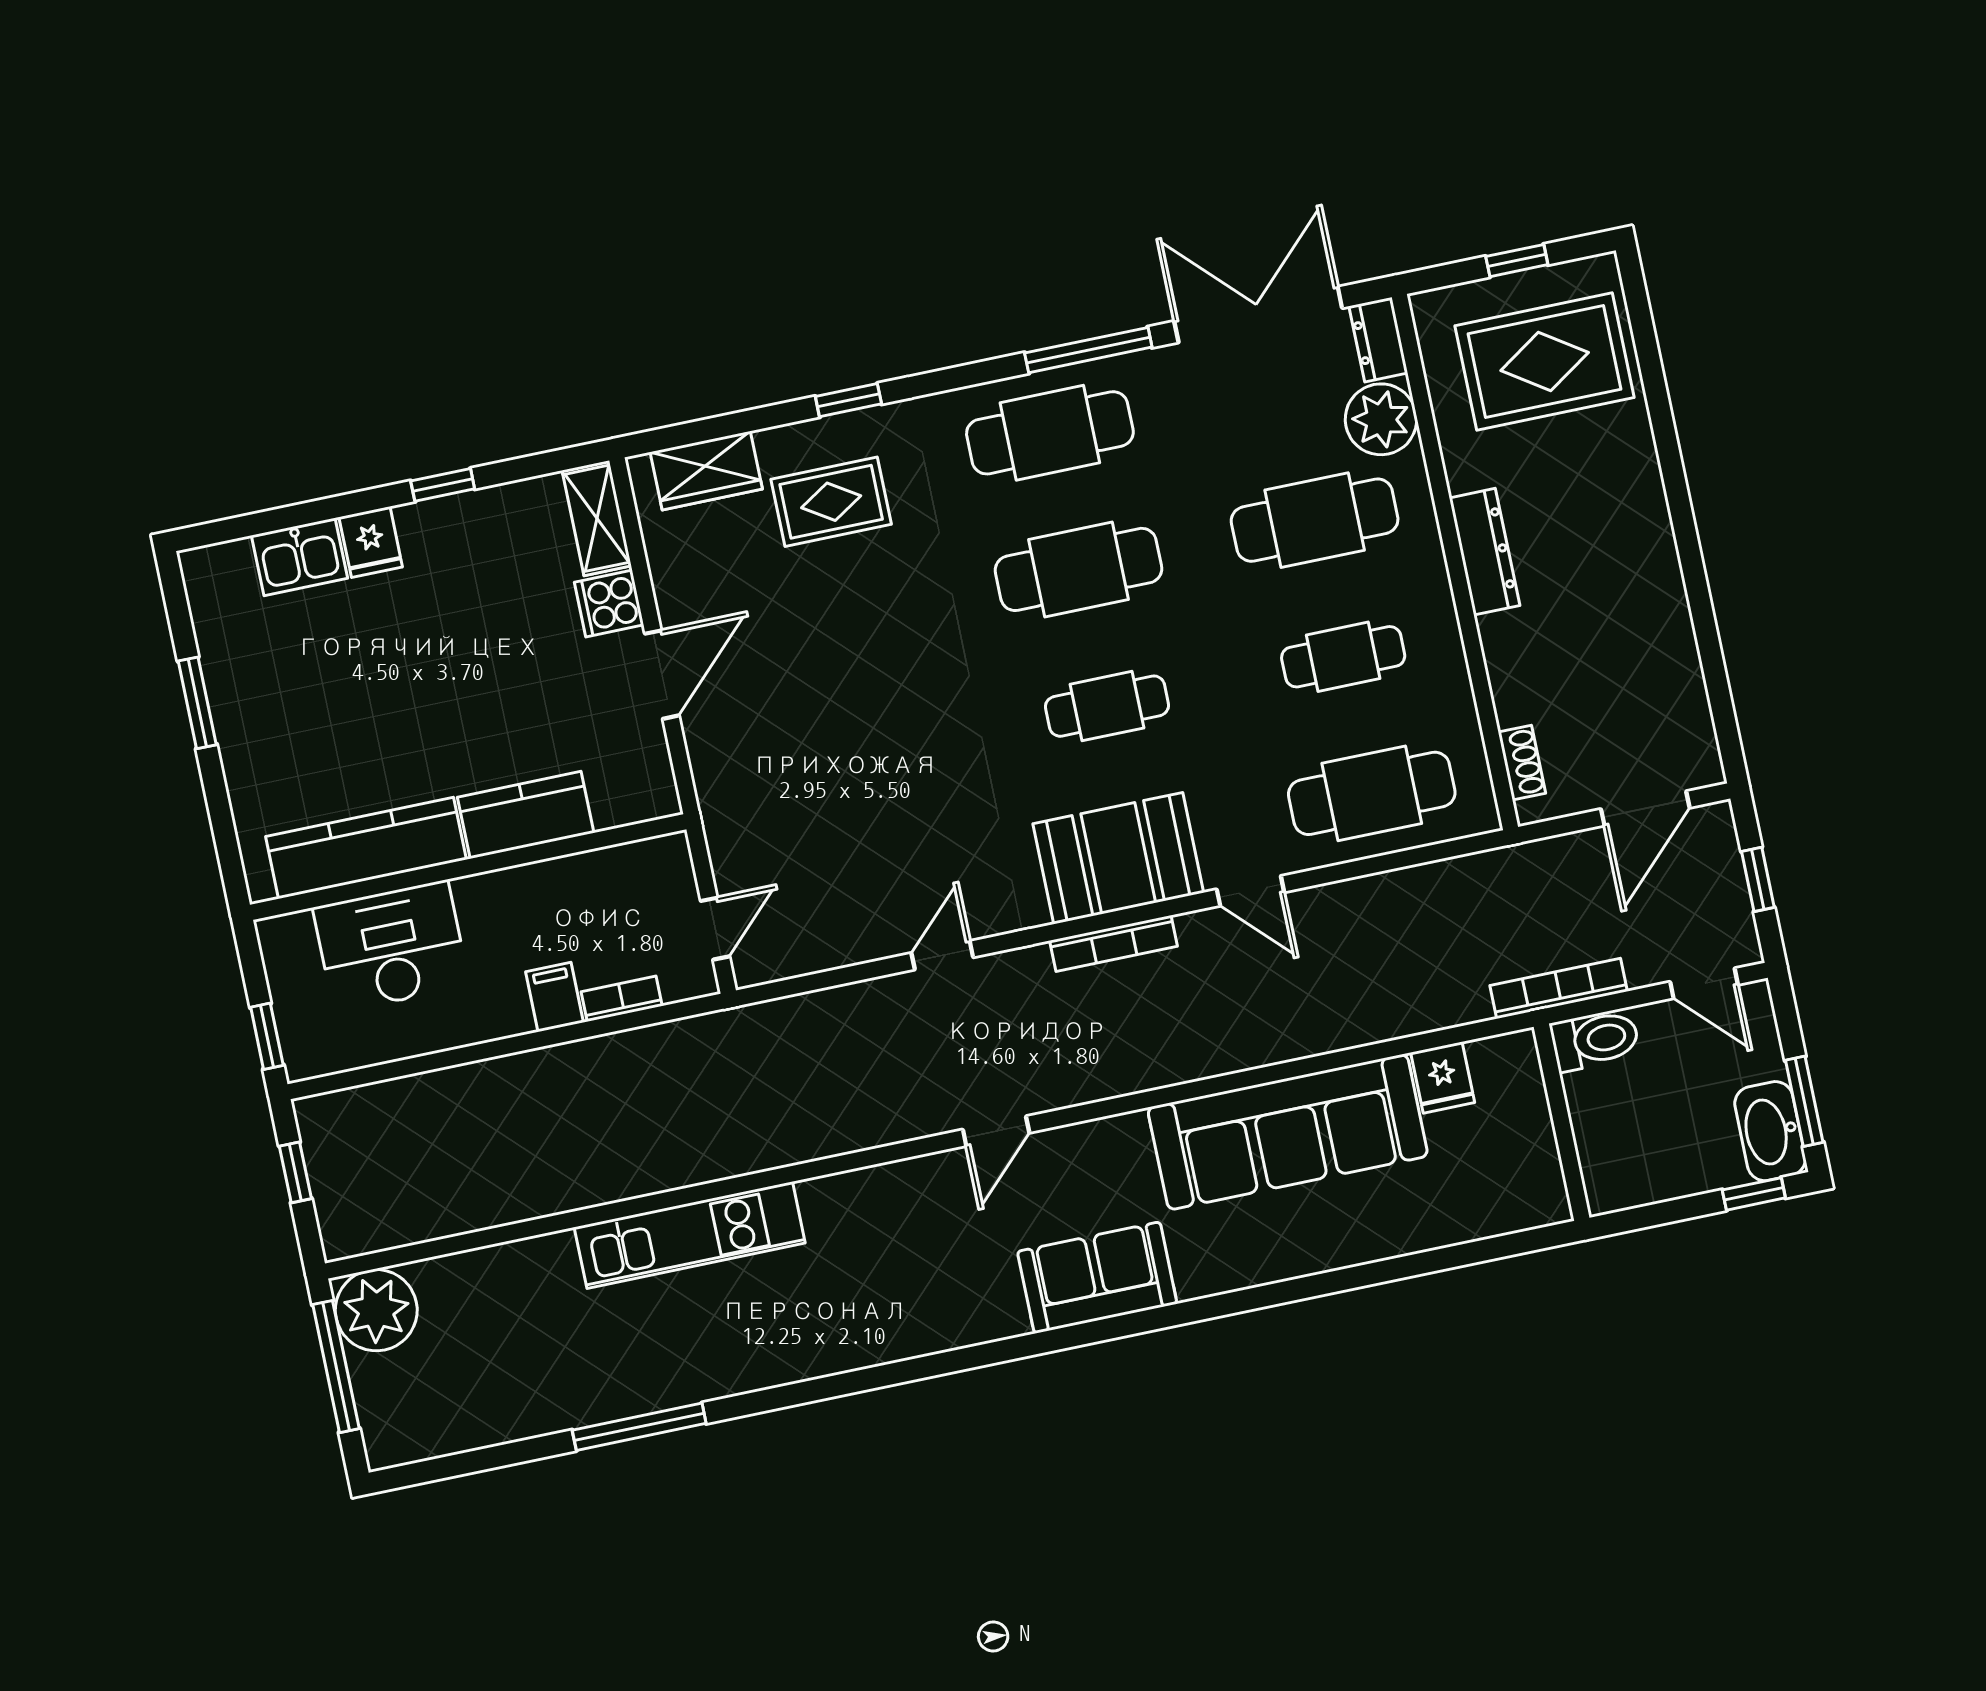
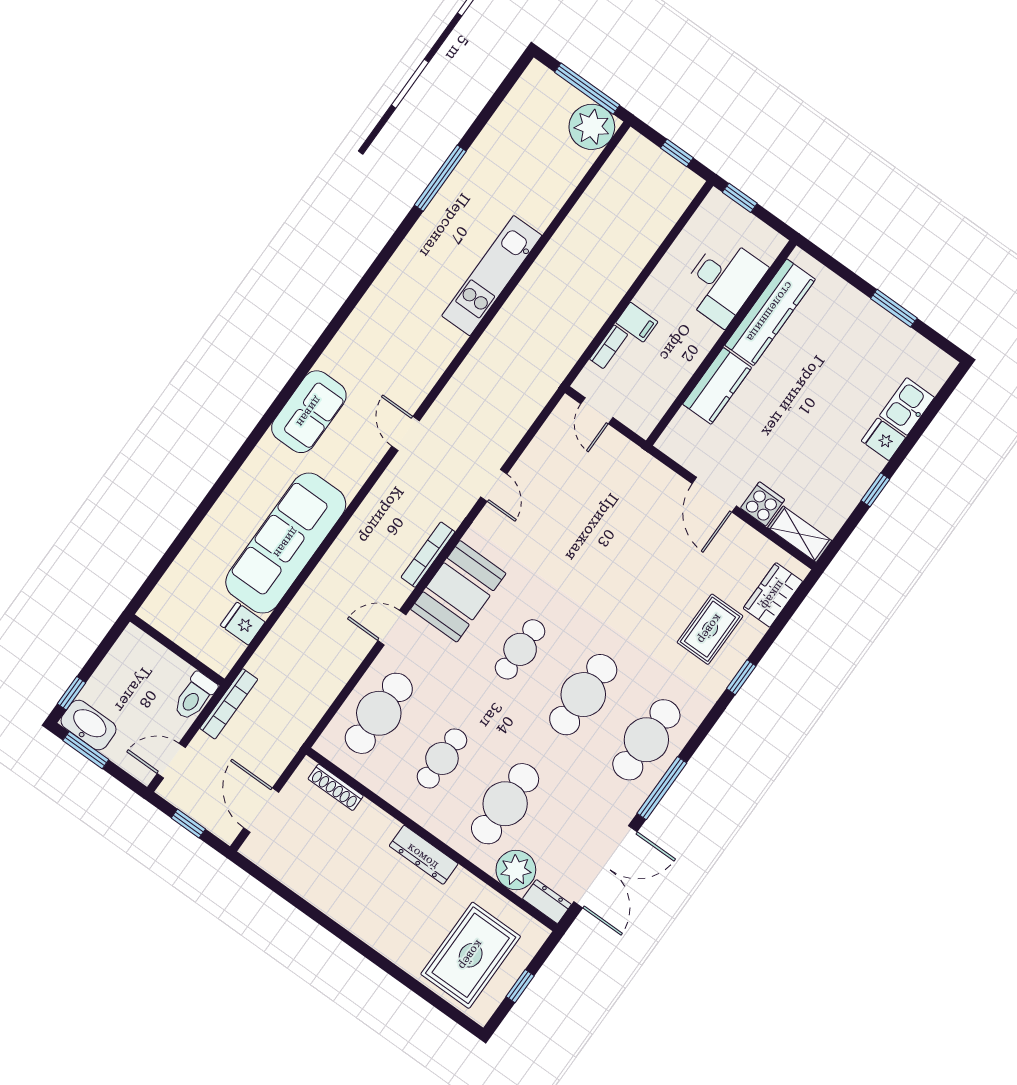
shoe rack: (1522, 763) -> (336, 787), width x1.43

